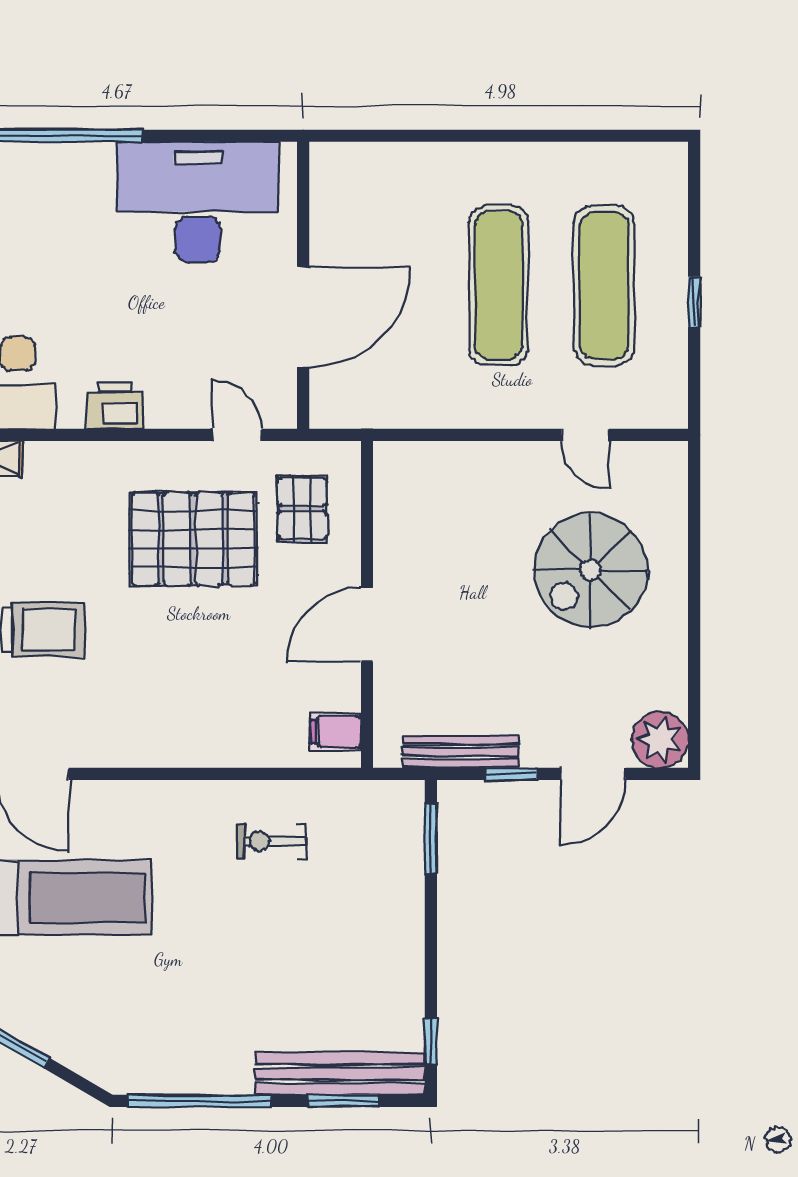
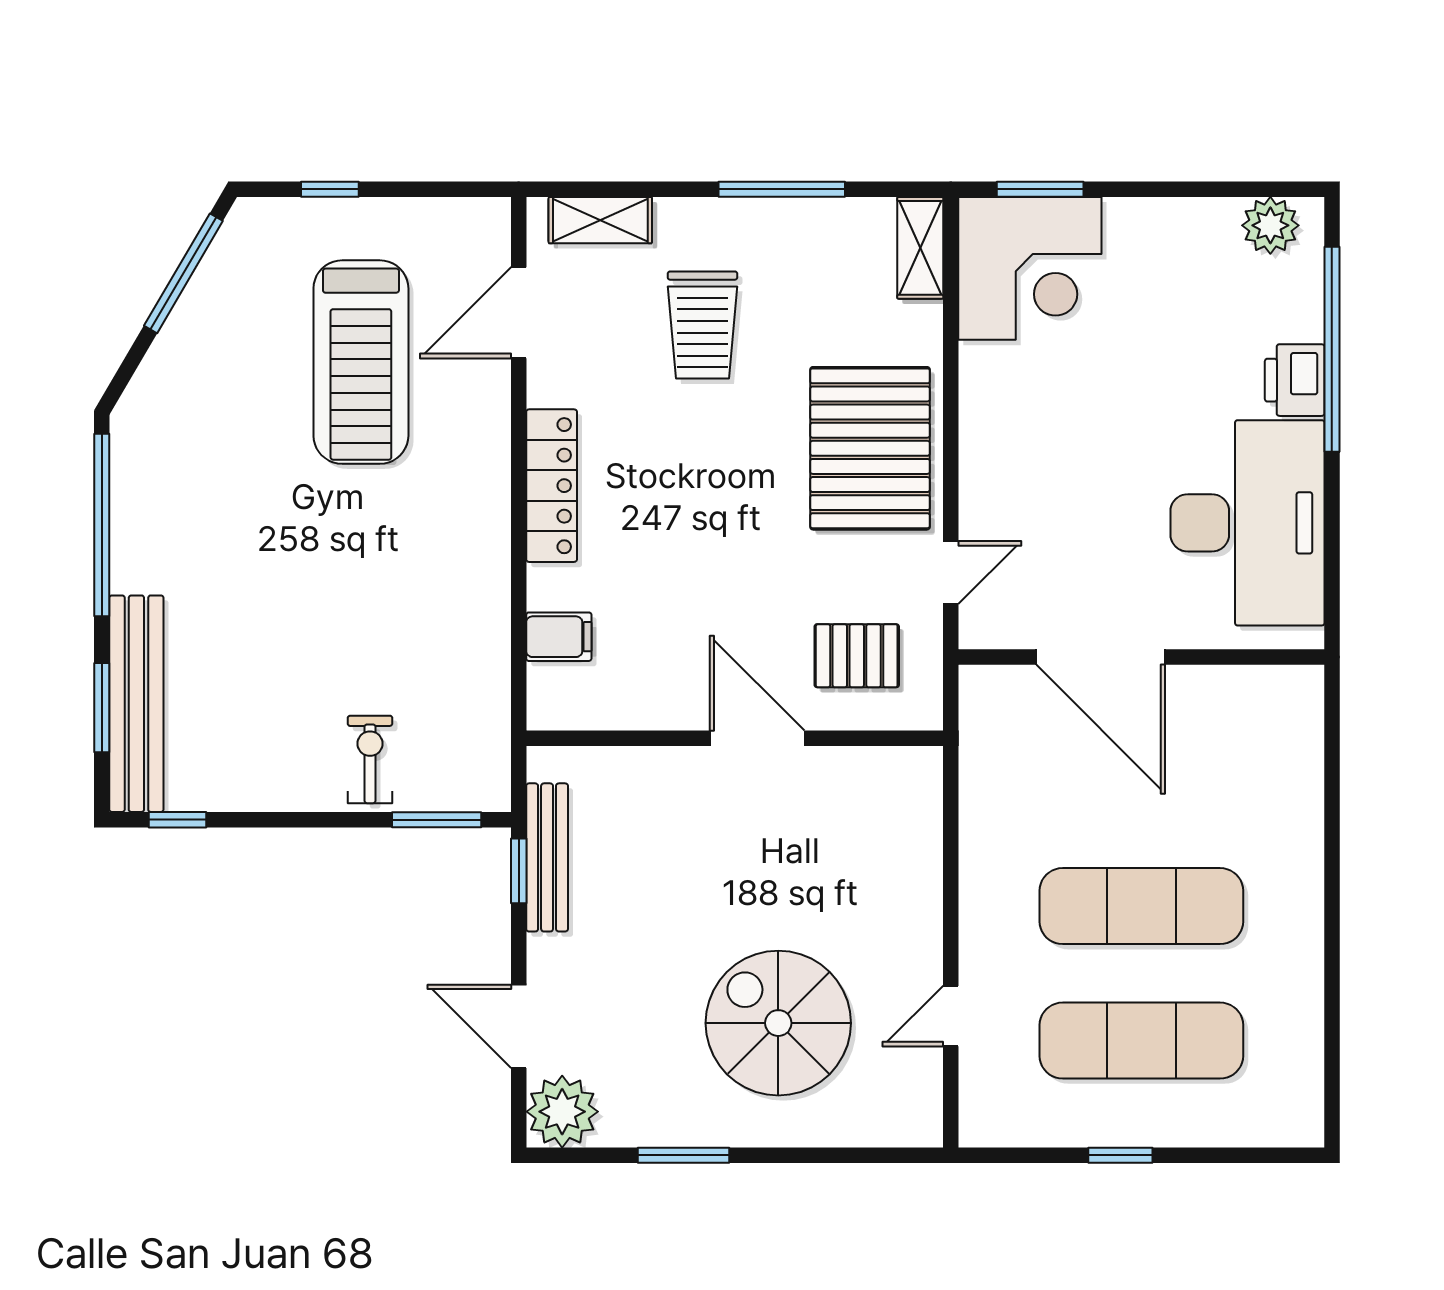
printer: (115, 406) -> (1295, 380), moved, turned 180
pallet: (193, 539) -> (870, 448), moved
door: (367, 625) -> (757, 738), moved
window: (694, 645) -> (684, 1155), added
filing cabinet: (336, 732) -> (559, 637), moved, turned 90
locker: (169, 748) -> (552, 486), added
window: (511, 774) -> (519, 871), moved
exercise bike: (272, 841) -> (370, 759), moved

